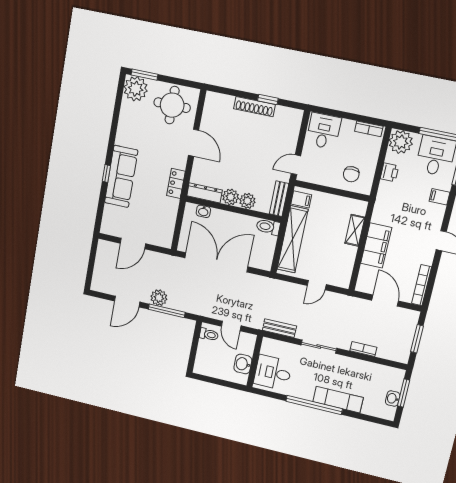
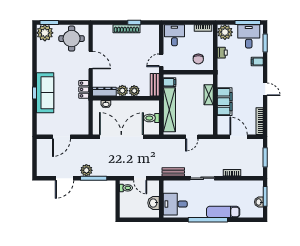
toilet: (268, 227) -> (151, 118), moved

